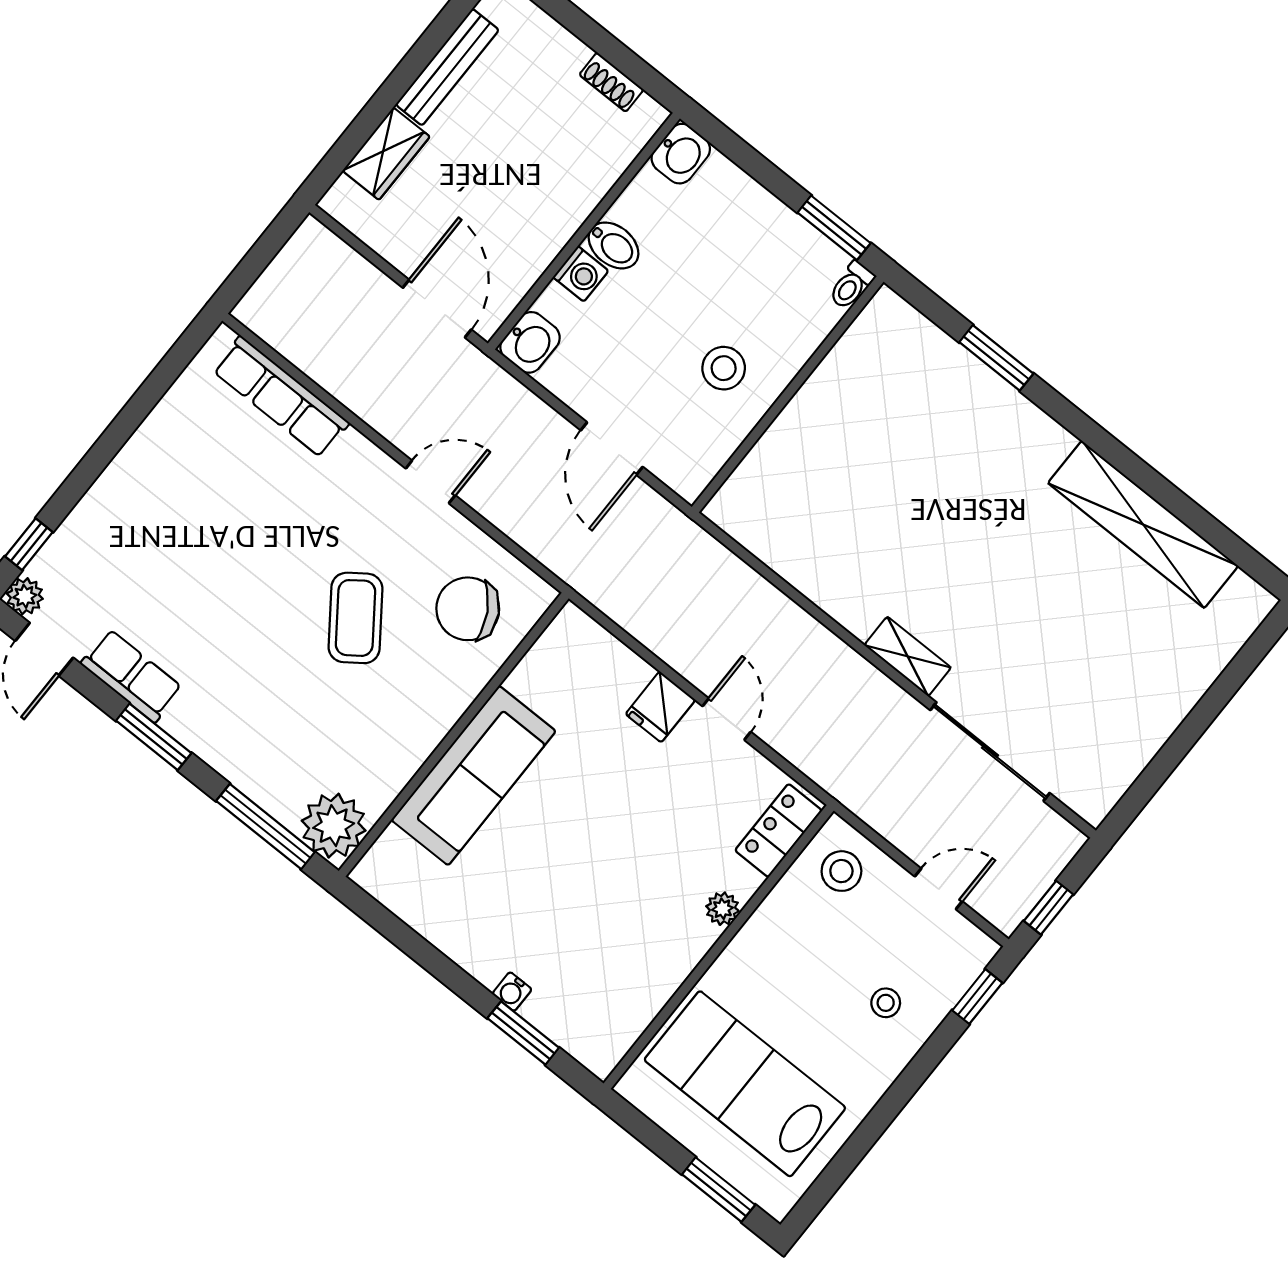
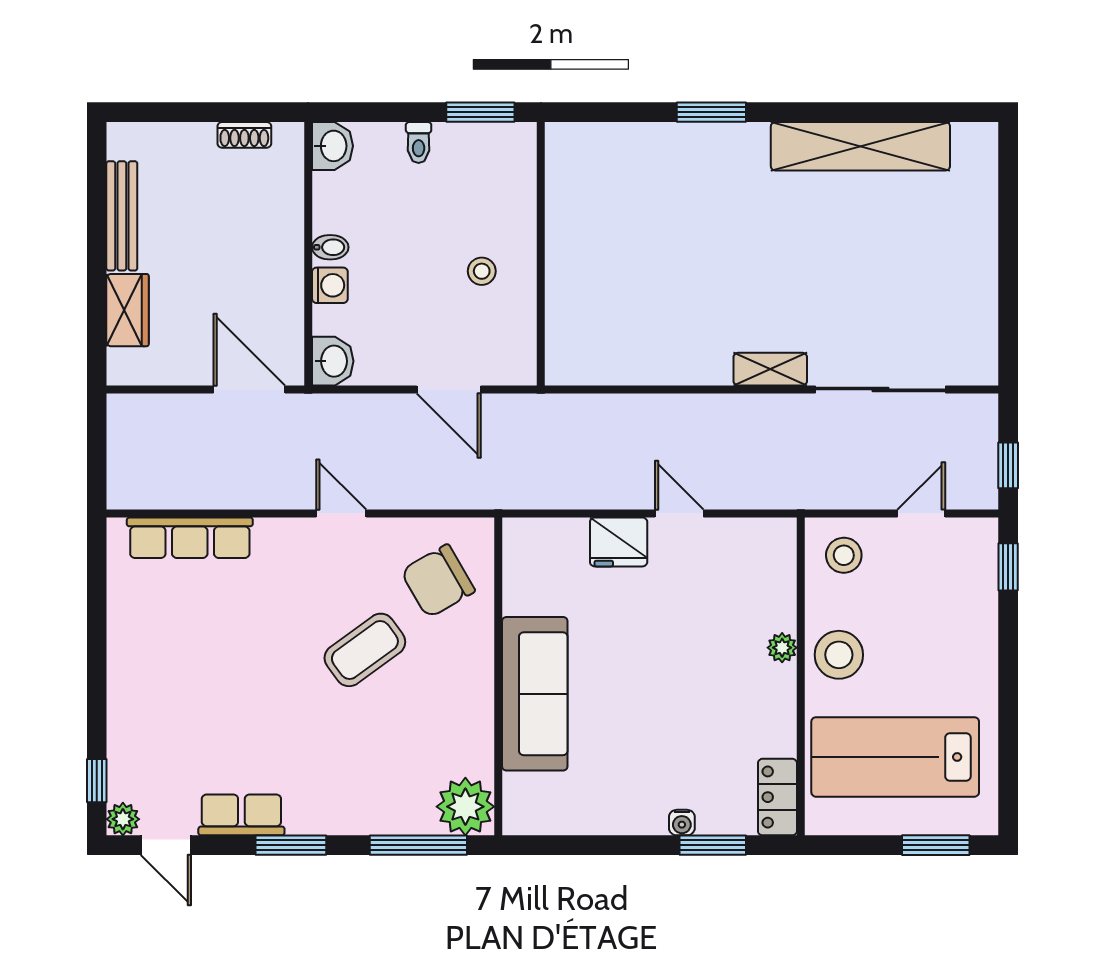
bidet: (613, 245) -> (330, 247), width x0.72, depth x0.74
toilet: (851, 285) -> (419, 142), moved
window: (996, 358) -> (711, 112), moved
stool: (724, 368) -> (482, 271), width x0.73, depth x0.73
door: (430, 482) -> (341, 514), hinge flipped
coffee table: (356, 618) -> (365, 650), turned 90
fridge: (660, 707) -> (619, 542), width x1.38
locker: (778, 830) -> (777, 797), moved
stool: (886, 1003) -> (839, 655), moved, width x1.89, depth x1.89

